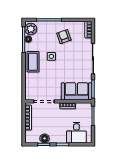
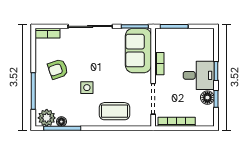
coffee table: (33, 62) -> (114, 111), moved
desk: (76, 133) -> (199, 75), moved

